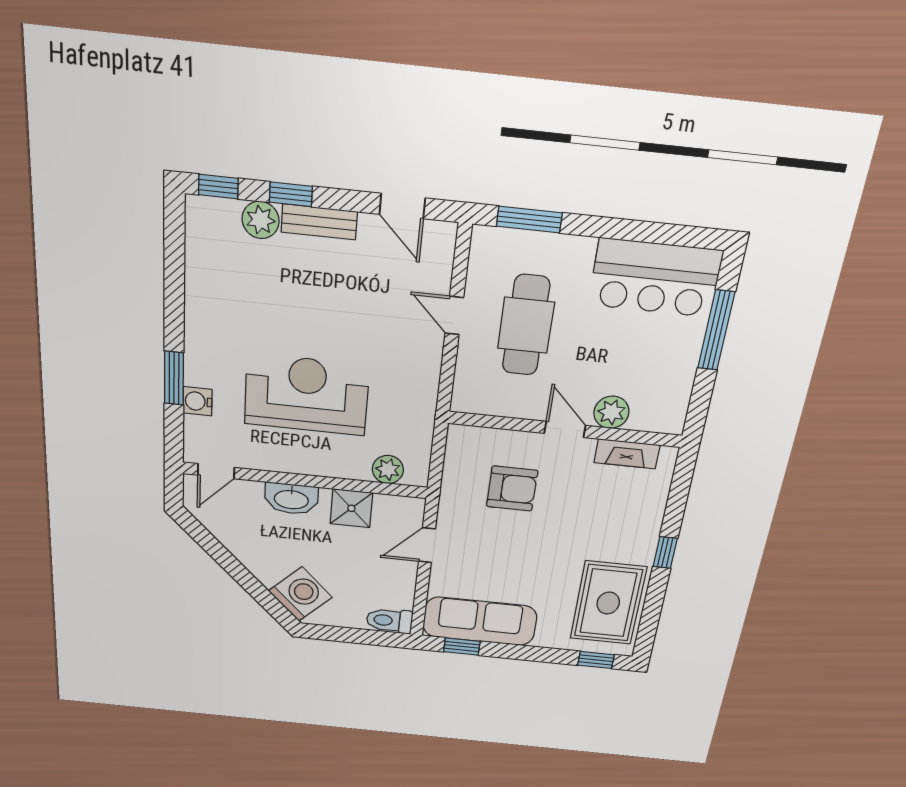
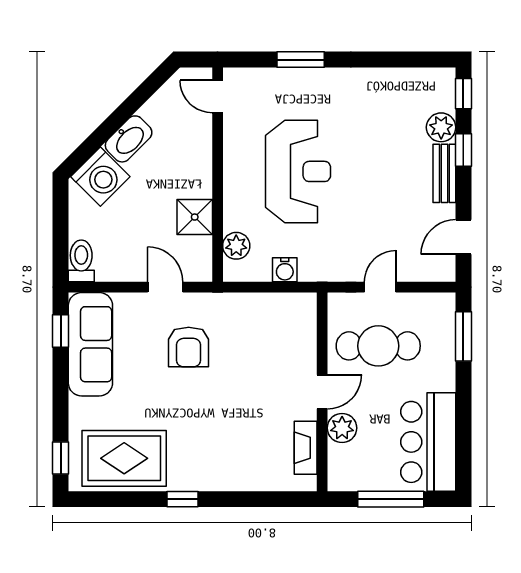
water cooler: (197, 401) -> (285, 270), moved, turned 180
plant: (611, 412) -> (342, 428), moved
door: (565, 429) -> (322, 392), moved
wall: (565, 429) -> (322, 392), moved
fireplace: (627, 454) -> (306, 448), moved
armchair: (512, 489) -> (189, 347), moved
washbasin: (291, 499) -> (129, 139), moved, turned -135

